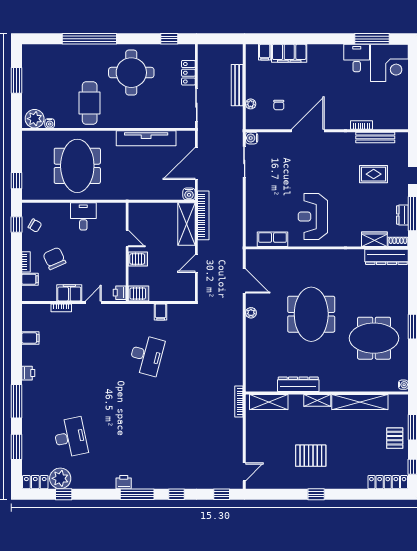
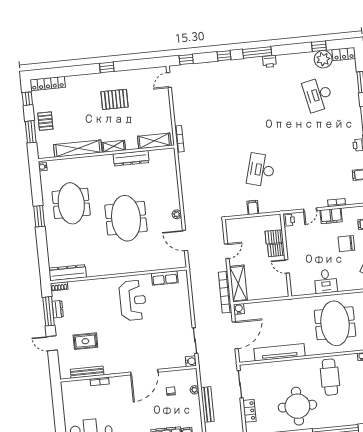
wardrobe: (374, 239) -> (79, 287), removed
chair: (54, 258) -> (346, 244), turned 114
server rack: (139, 293) -> (274, 237), moved
meeting table: (374, 338) -> (71, 203), turned 90

